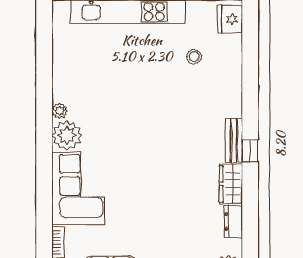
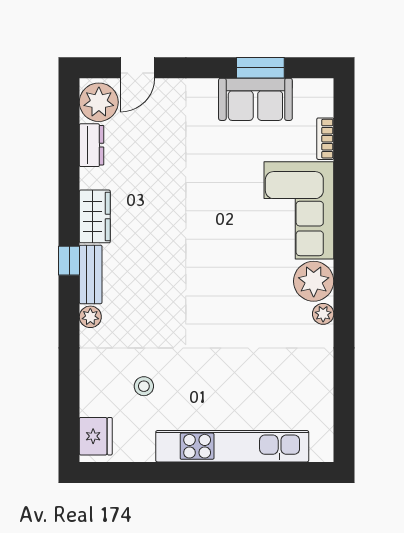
plant: (234, 109) -> (90, 317), added
dresser: (233, 222) -> (92, 145), moved

